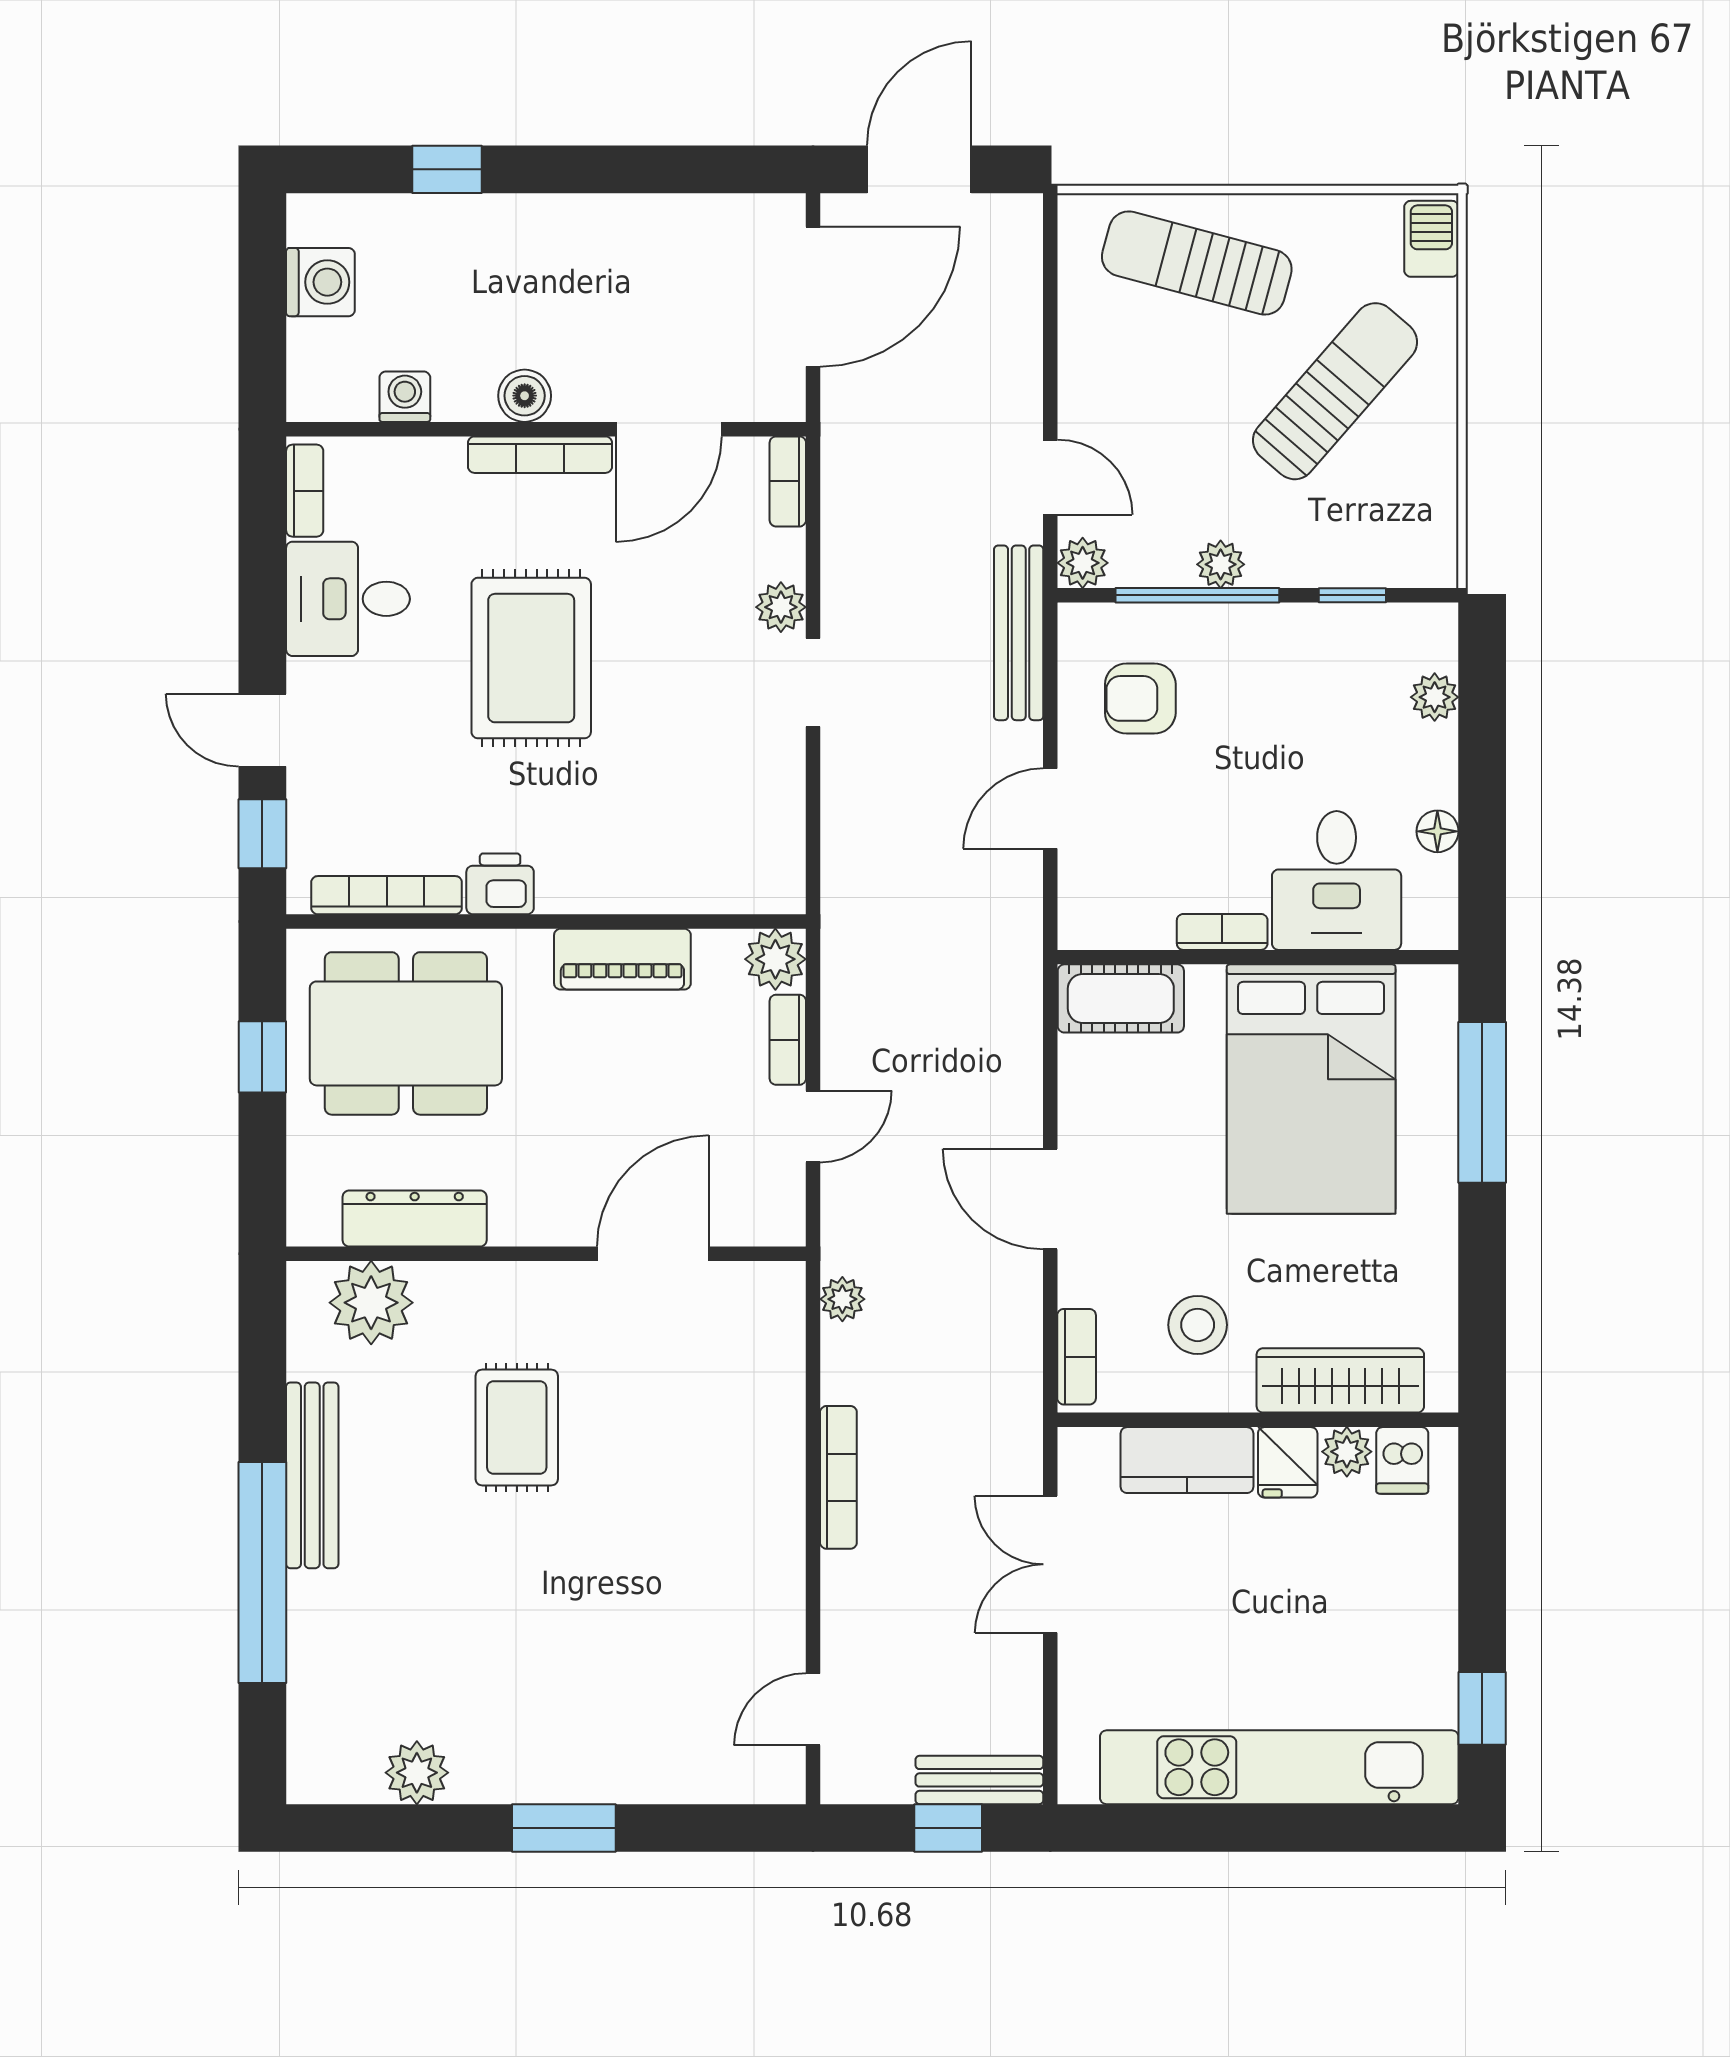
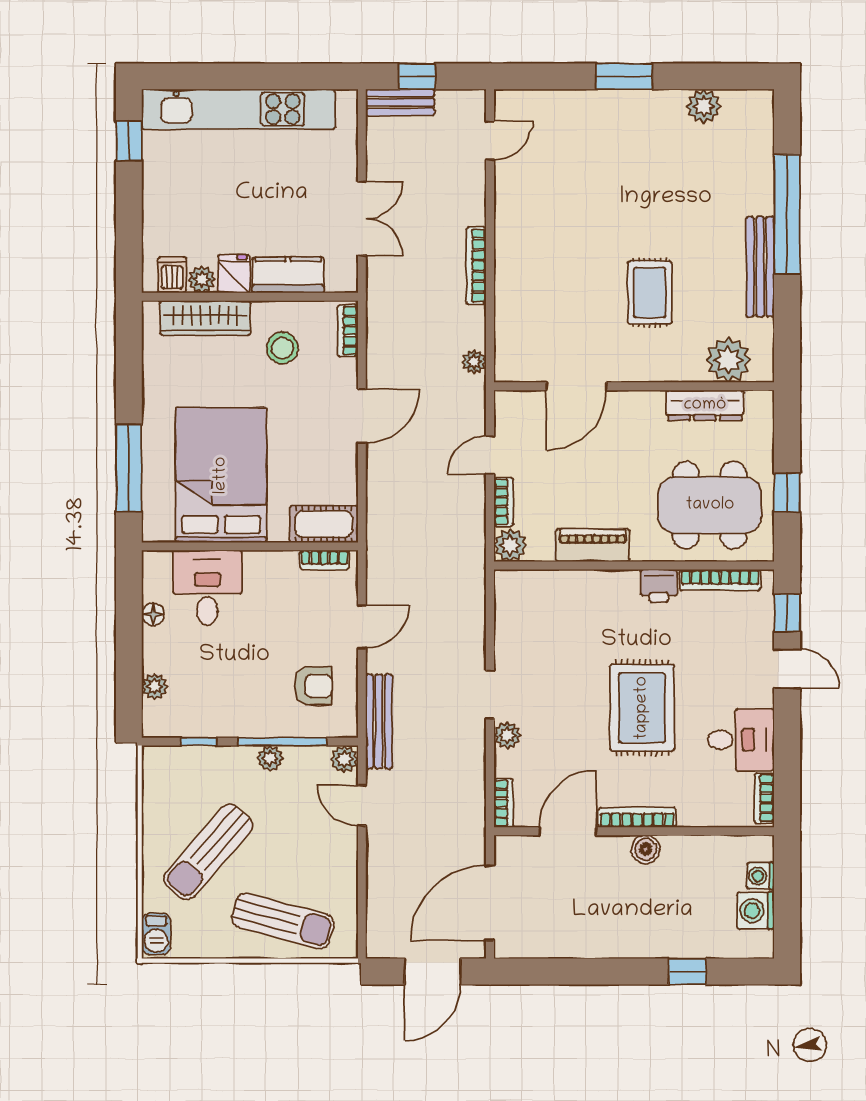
washing machine: (405, 397) -> (761, 876), moved, turned 90
bookcase: (1222, 932) -> (324, 560), moved
door: (1050, 1199) -> (362, 416), hinge flipped

